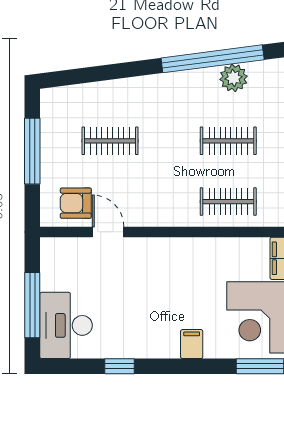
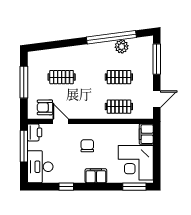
printer: (55, 255) -> (35, 132), added
chair: (163, 282) -> (87, 146), added
window: (32, 305) -> (24, 146), moved
filing cabinet: (192, 344) -> (96, 176), width x2.00

